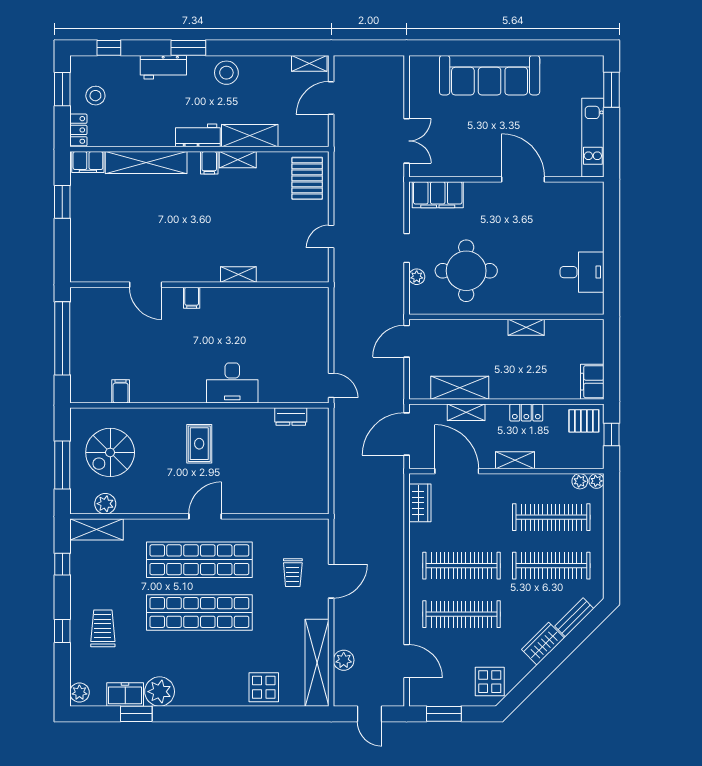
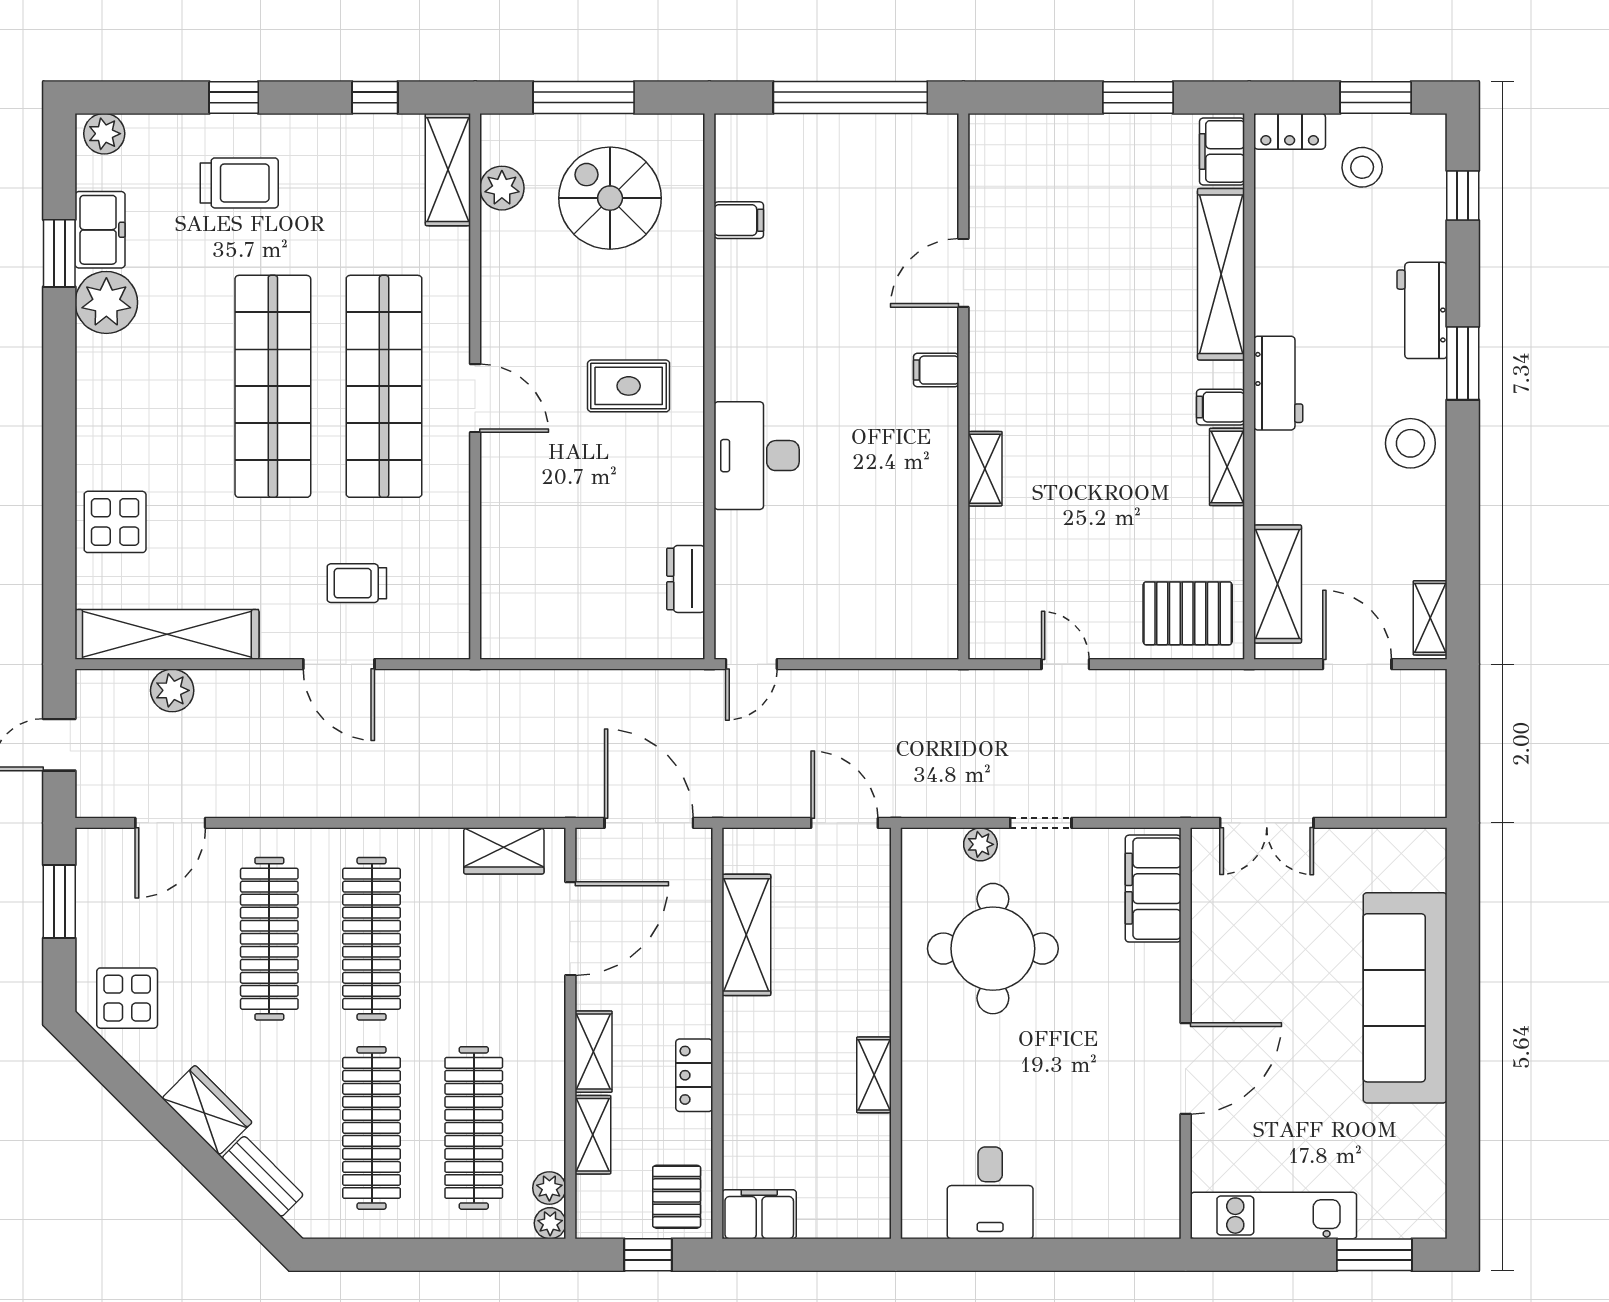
shelving: (250, 136) -> (1278, 584), moved
shelving: (466, 412) -> (593, 1135), moved

